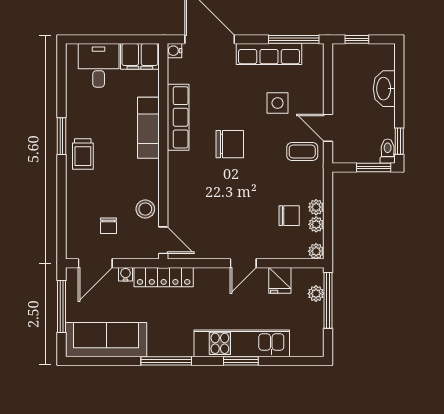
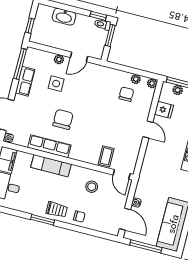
row of seats: (269, 54) -> (25, 81), width x0.68
chair: (230, 144) -> (63, 119), moved
coffee table: (302, 151) -> (106, 156), moved
plant: (316, 207) -> (59, 59), moved
stool: (145, 209) -> (92, 187), moved
chair: (109, 226) -> (79, 217), moved
door: (163, 240) -> (122, 174), swing flipped
locker: (164, 277) -> (144, 180), removed

